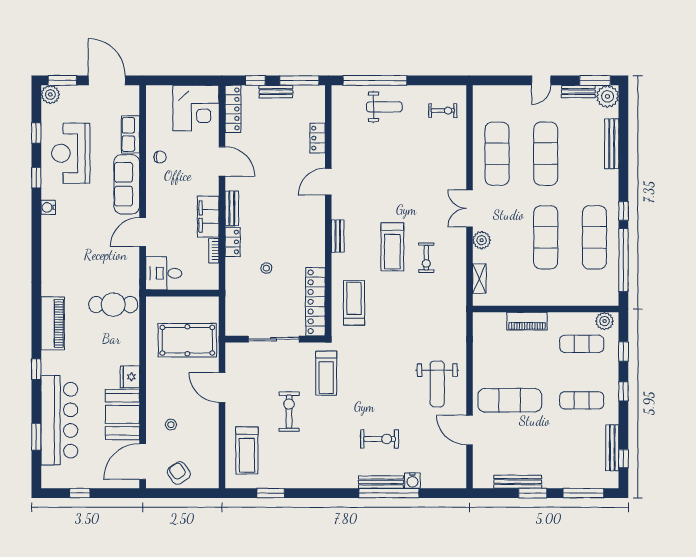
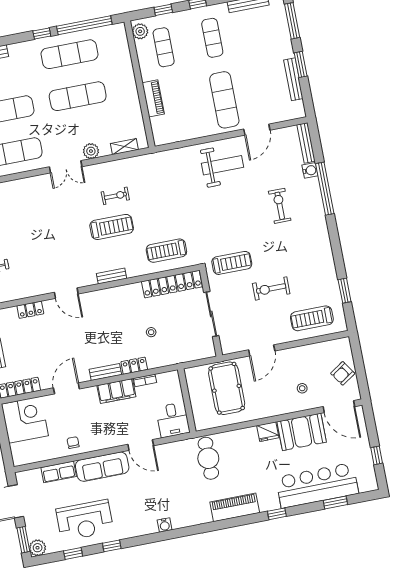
water cooler: (48, 207) -> (165, 525), moved
treadmill: (247, 451) -> (312, 318), turned 180
bench: (381, 482) -> (306, 143), moved

